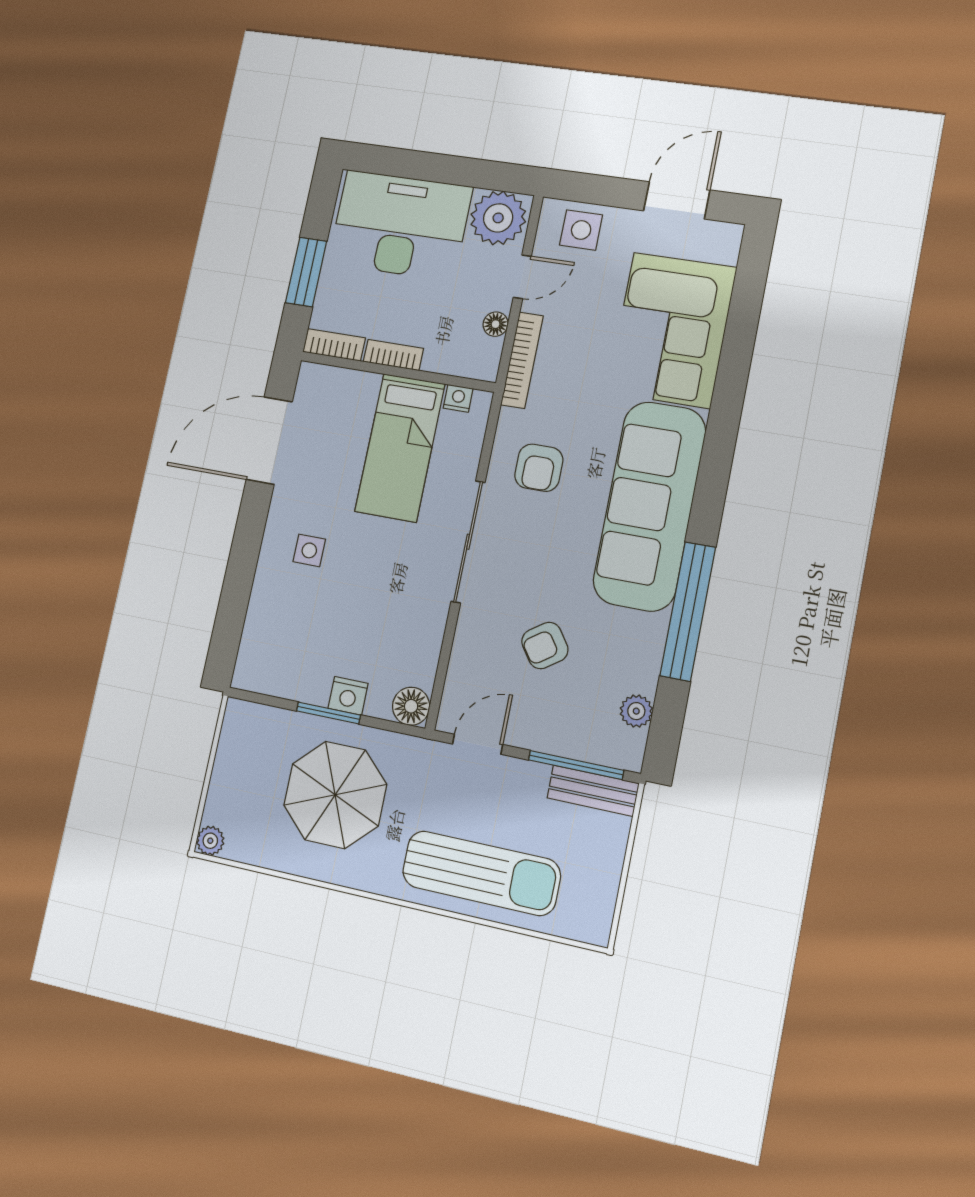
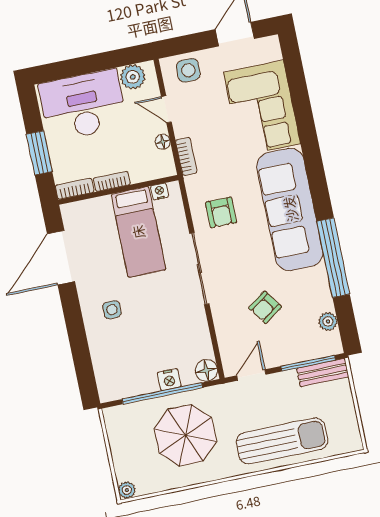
plant: (498, 218) -> (133, 77), width x0.73, depth x0.73
door: (522, 277) -> (166, 109), swing flipped
bookcase: (522, 360) -> (186, 156), width x0.64
window: (328, 713) -> (162, 393), width x2.11

